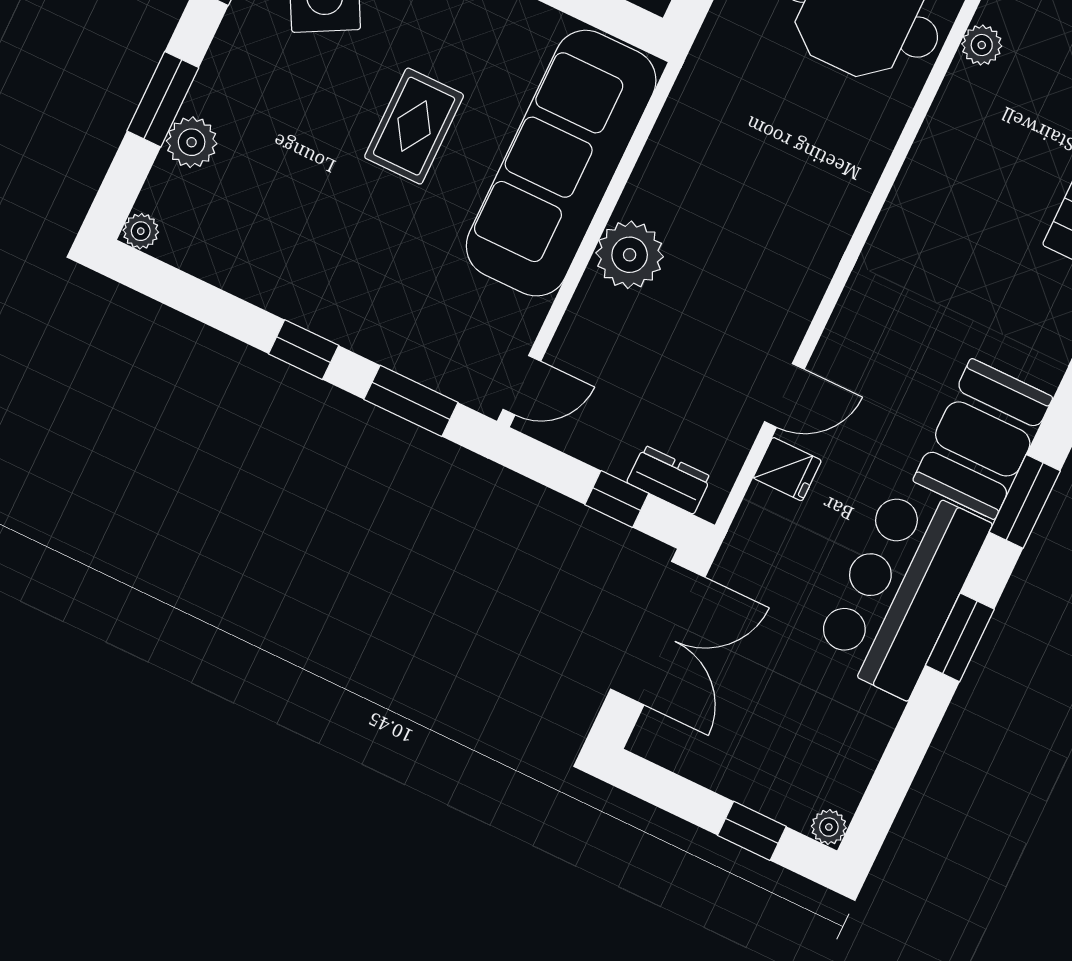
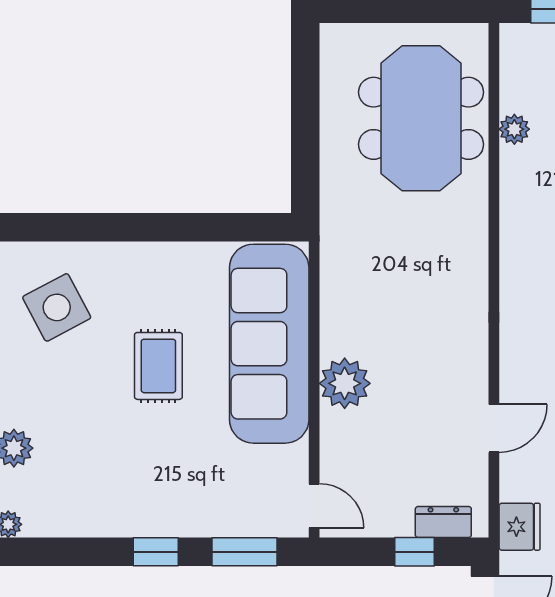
door: (522, 385) -> (314, 506), hinge flipped
fridge: (787, 469) -> (520, 527), moved, width x1.38

